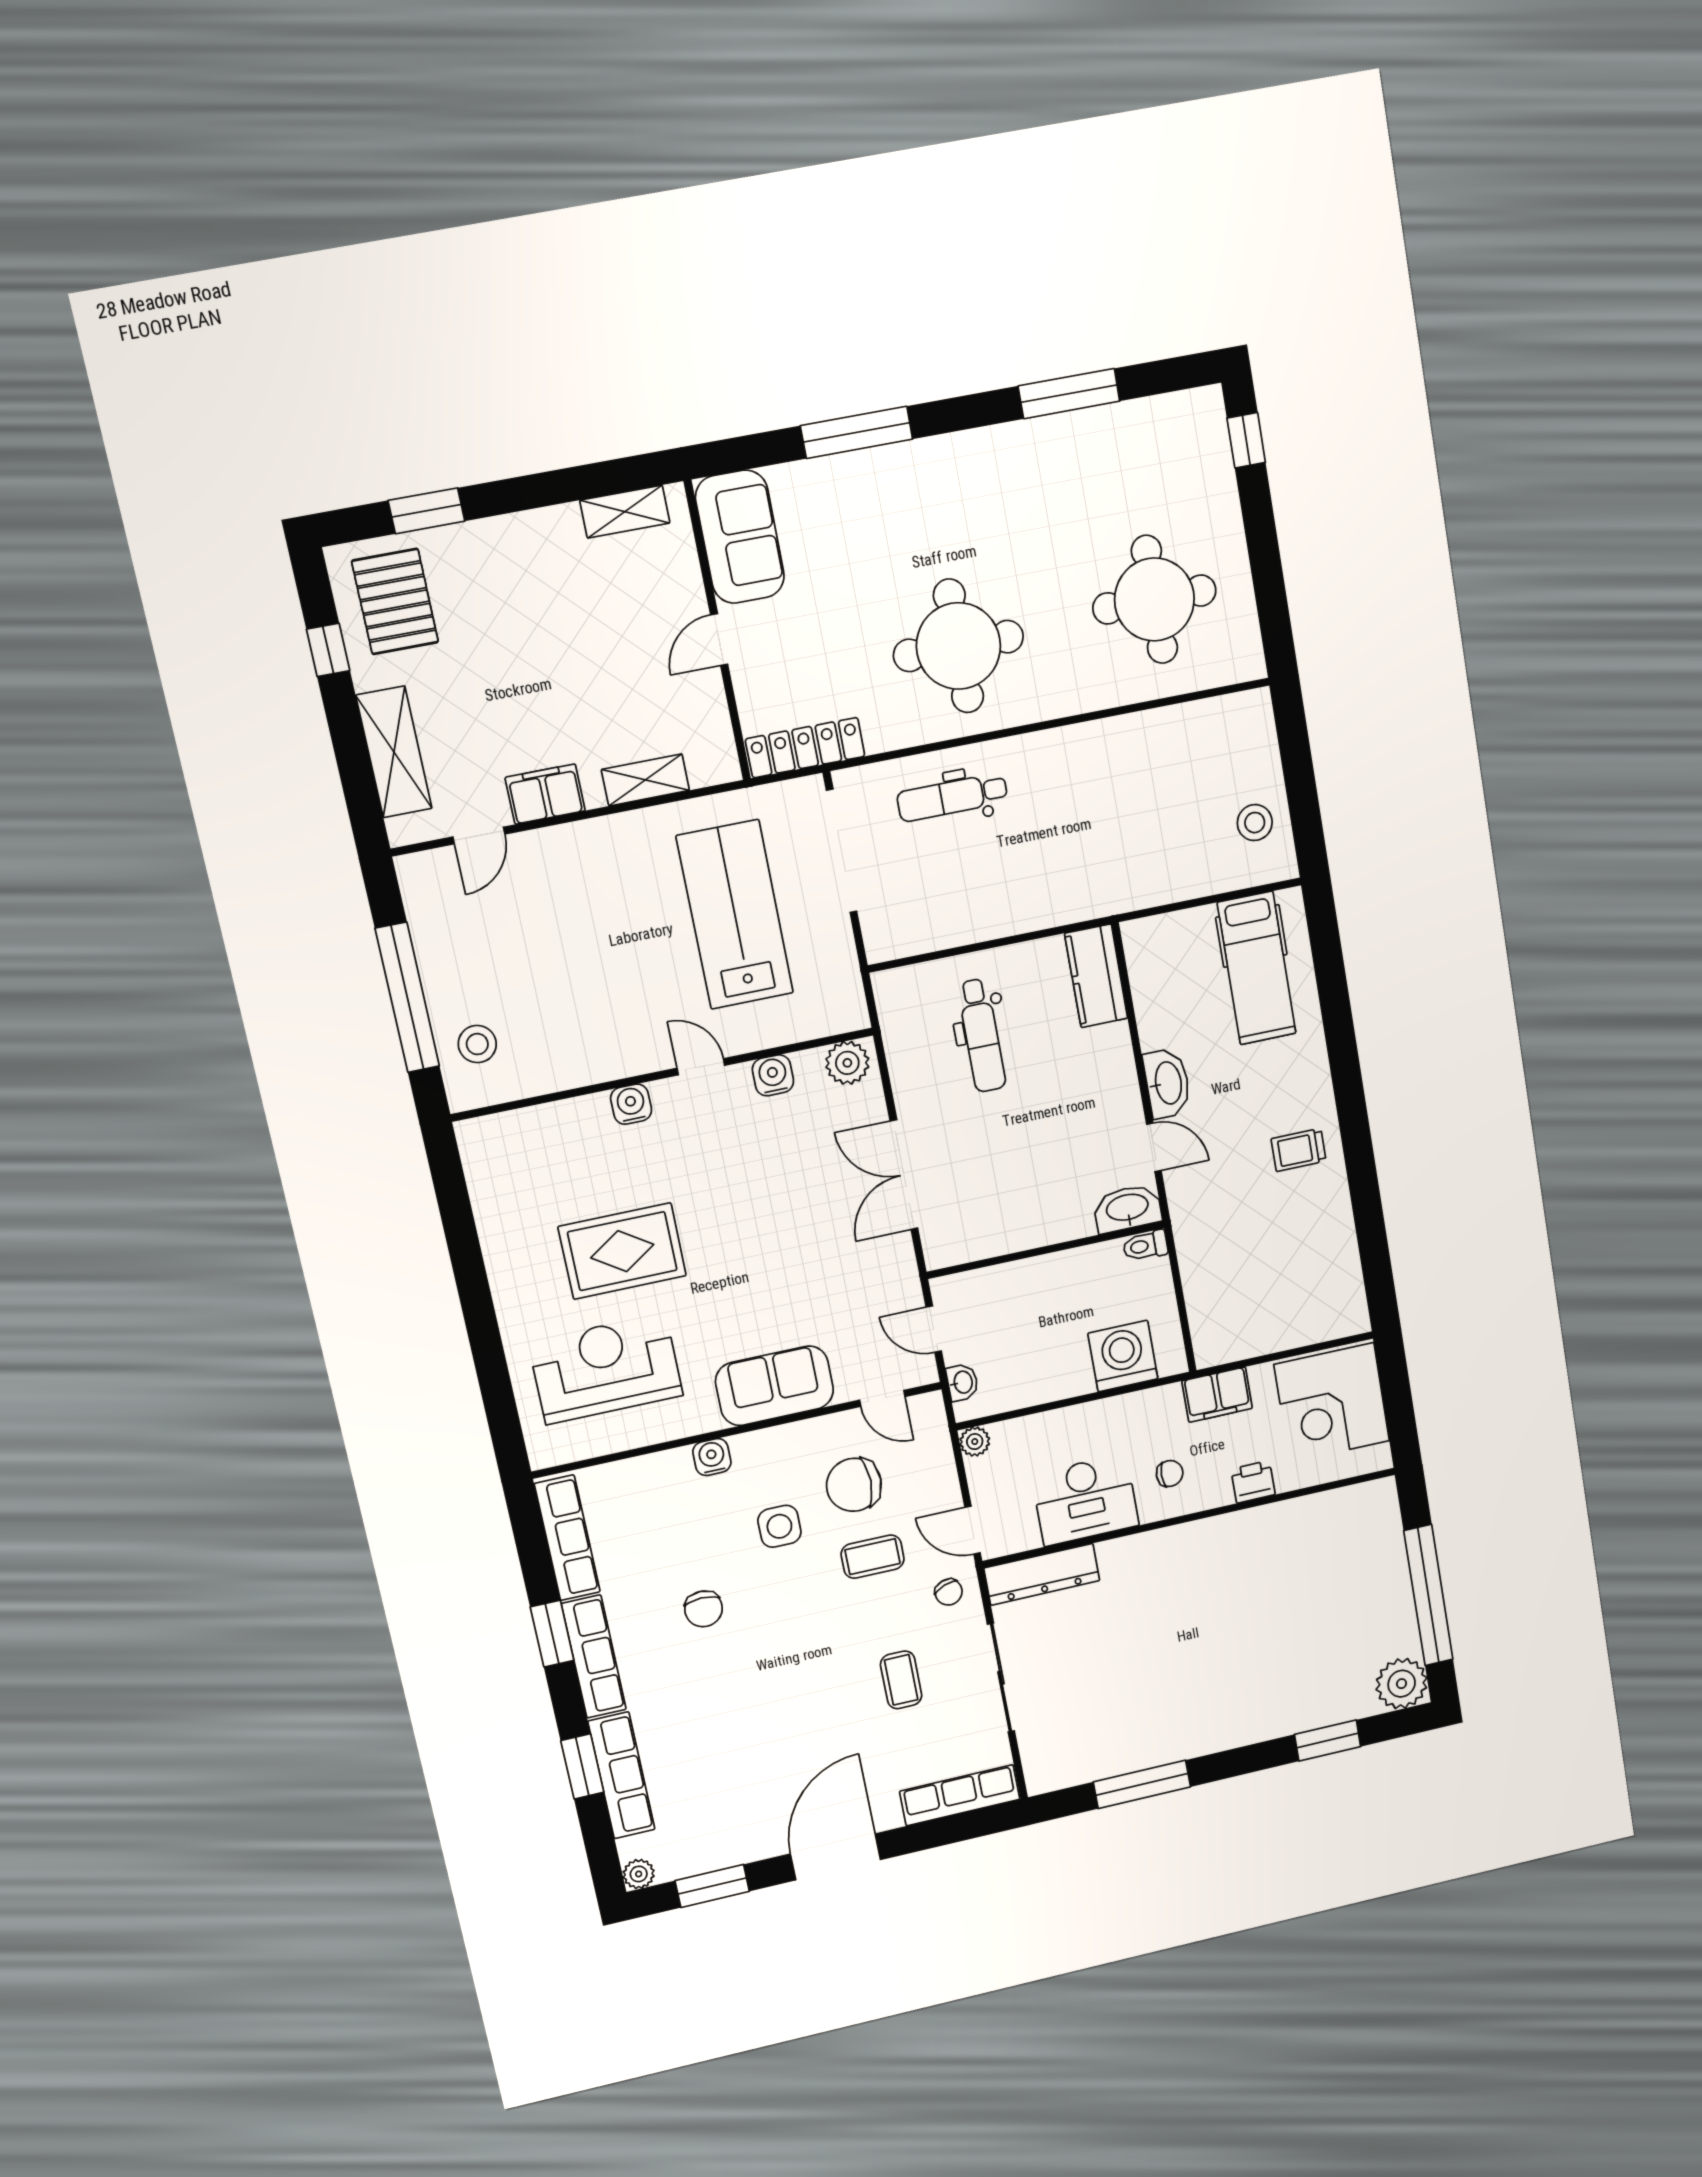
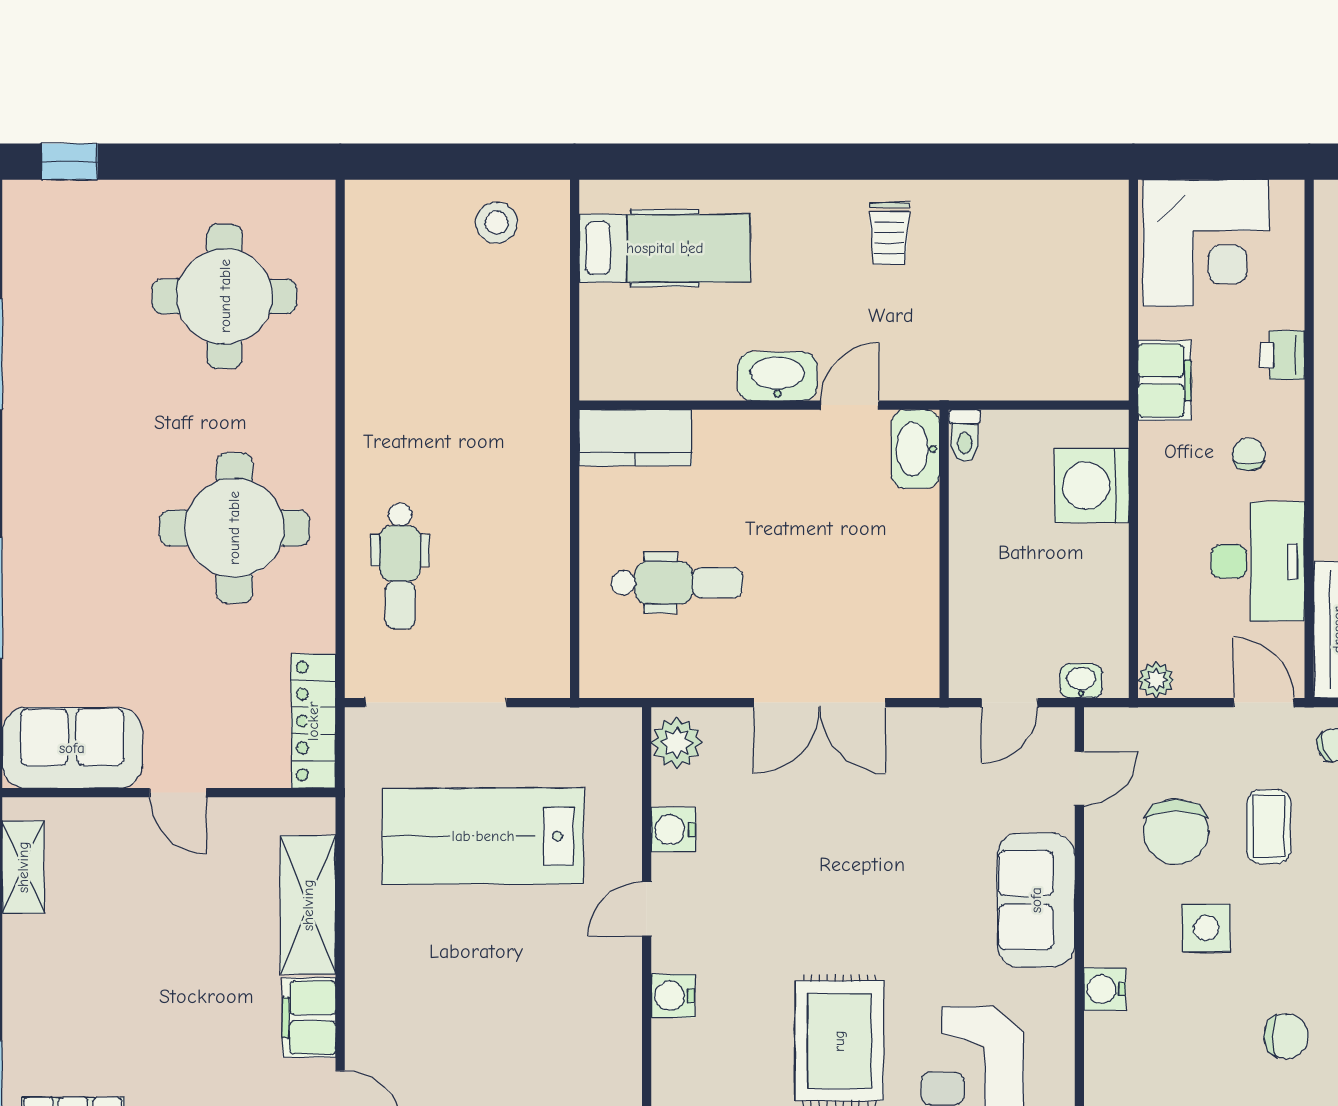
shelving: (645, 780) -> (308, 905), width x1.50, depth x1.33
door: (973, 1530) -> (1264, 703), swing flipped

